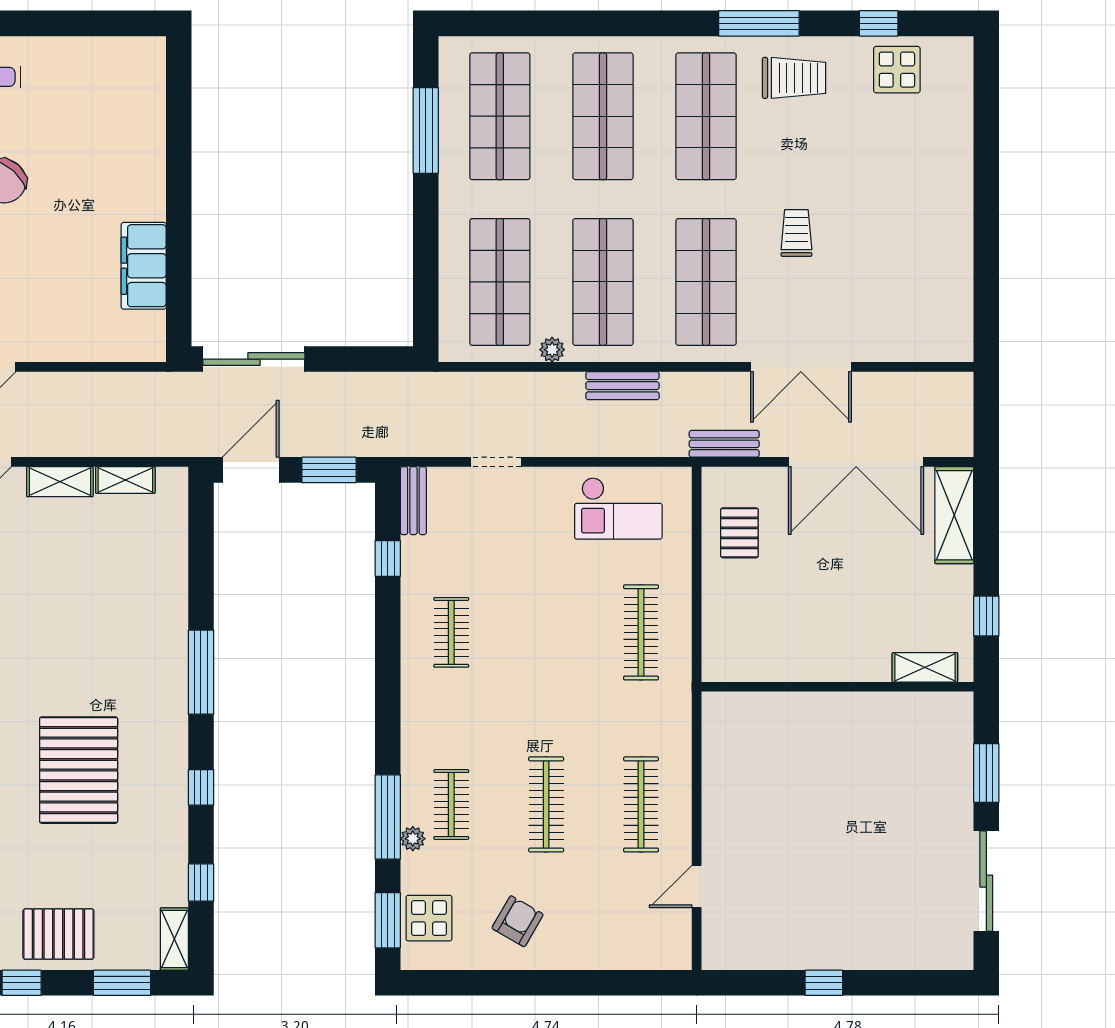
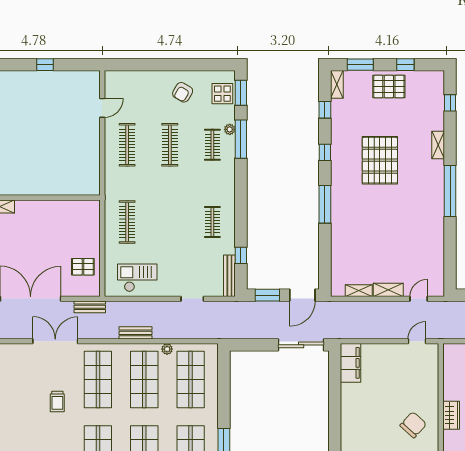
filing cabinet: (144, 266) -> (351, 363), moved
bench: (413, 501) -> (229, 276), width x1.36
pallet: (739, 533) -> (83, 267), turned 90

